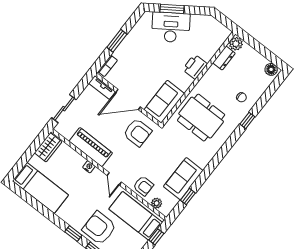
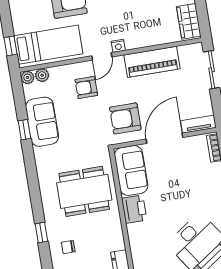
printer: (195, 67) -> (134, 209), moved
nightstand: (89, 167) -> (118, 46), moved
door: (114, 179) -> (102, 56), swing flipped
armchair: (143, 186) -> (86, 87), moved
window: (188, 197) -> (24, 130), moved
plant: (166, 210) -> (27, 77), added

